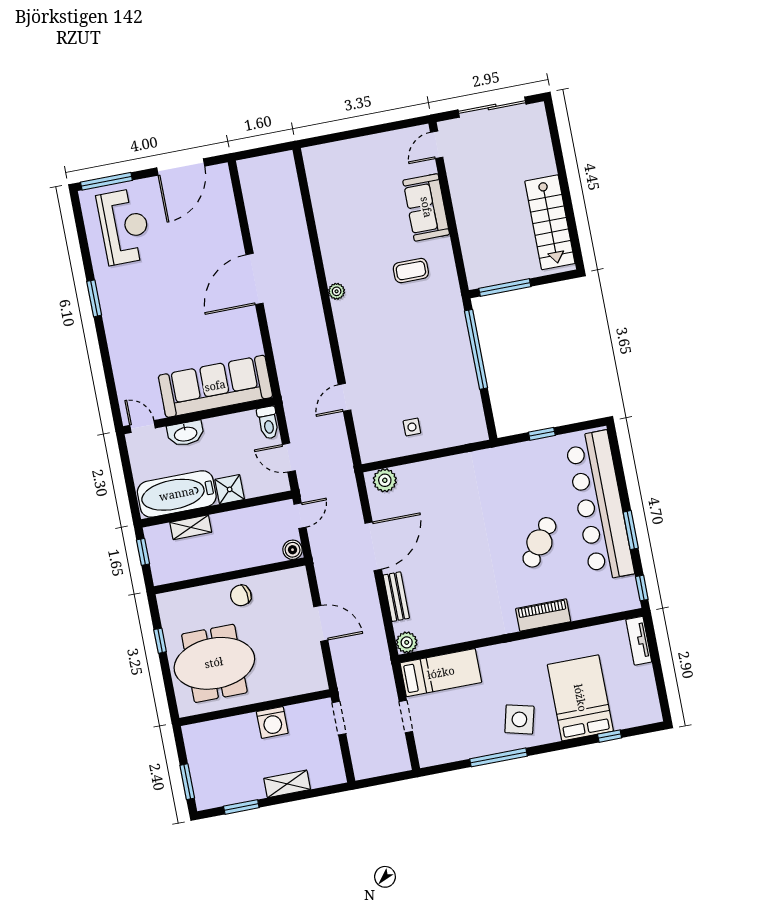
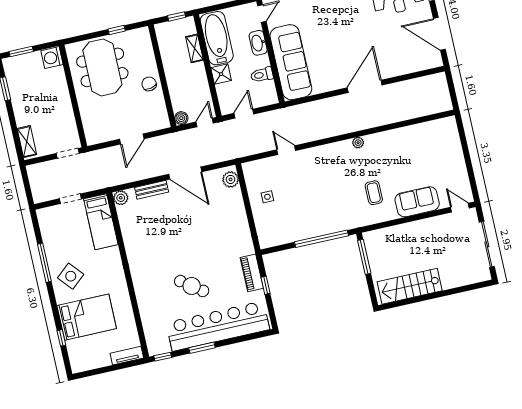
door: (254, 279) -> (365, 86), hinge flipped
toilet: (268, 423) -> (262, 75), moved
door: (300, 516) -> (205, 122), swing flipped
piano: (543, 615) -> (252, 273), moved, turned 180
side table: (519, 719) -> (71, 276), turned 35
washing machine: (272, 722) -> (52, 58), moved
shelving: (287, 784) -> (27, 142), moved

